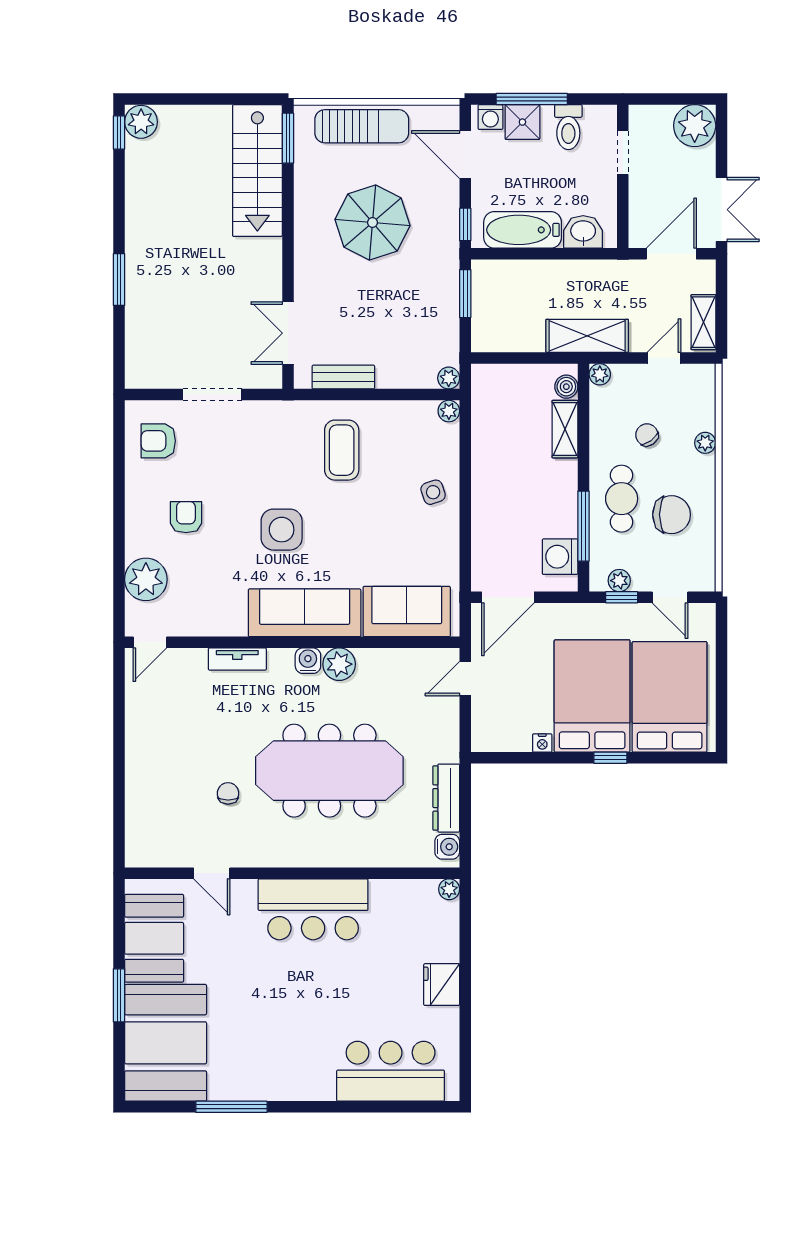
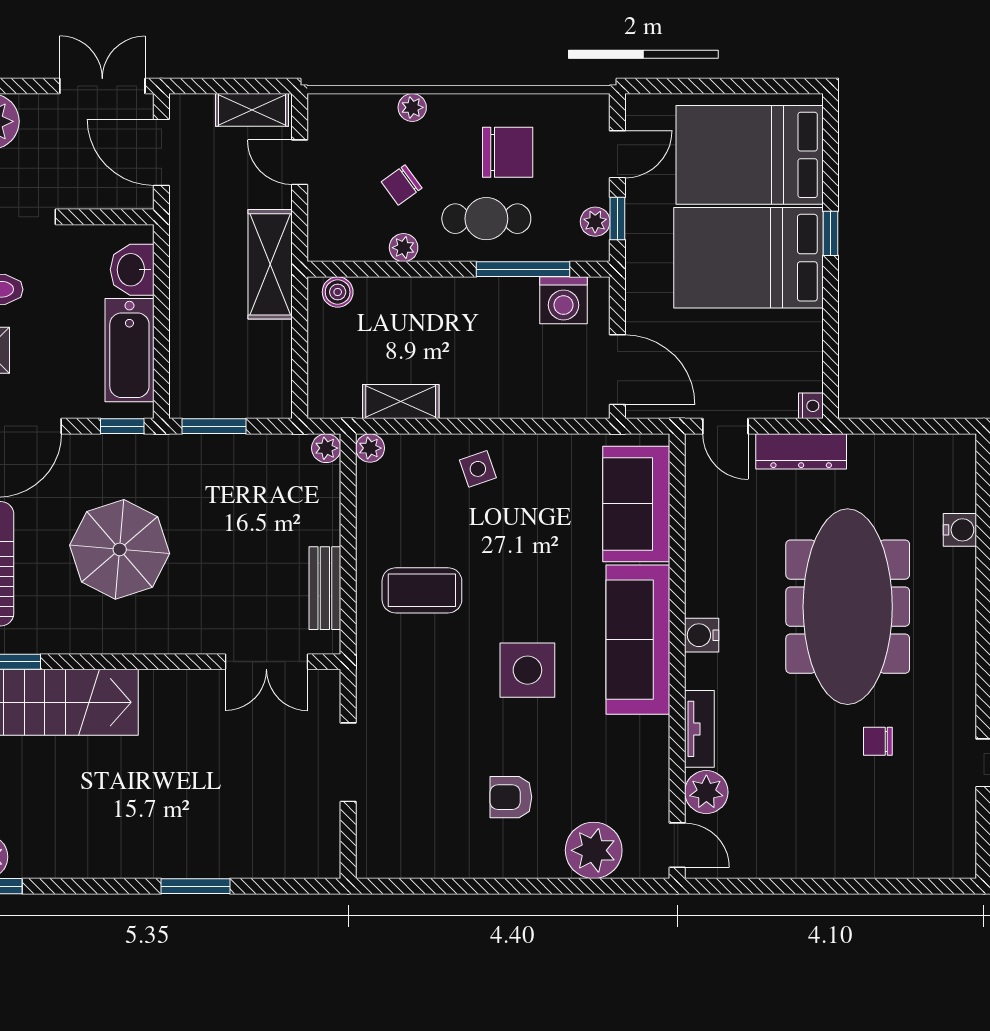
plant: (600, 374) -> (404, 248), moved
shelving: (565, 429) -> (401, 402), moved
armchair: (158, 441) -> (410, 834), removed
chair: (672, 515) -> (508, 152), turned 90
plant: (339, 664) -> (706, 792), moved
nightstand: (542, 743) -> (811, 406), moved
dresser: (446, 798) -> (801, 451), moved
water cooler: (447, 847) -> (960, 530), moved, turned 90

